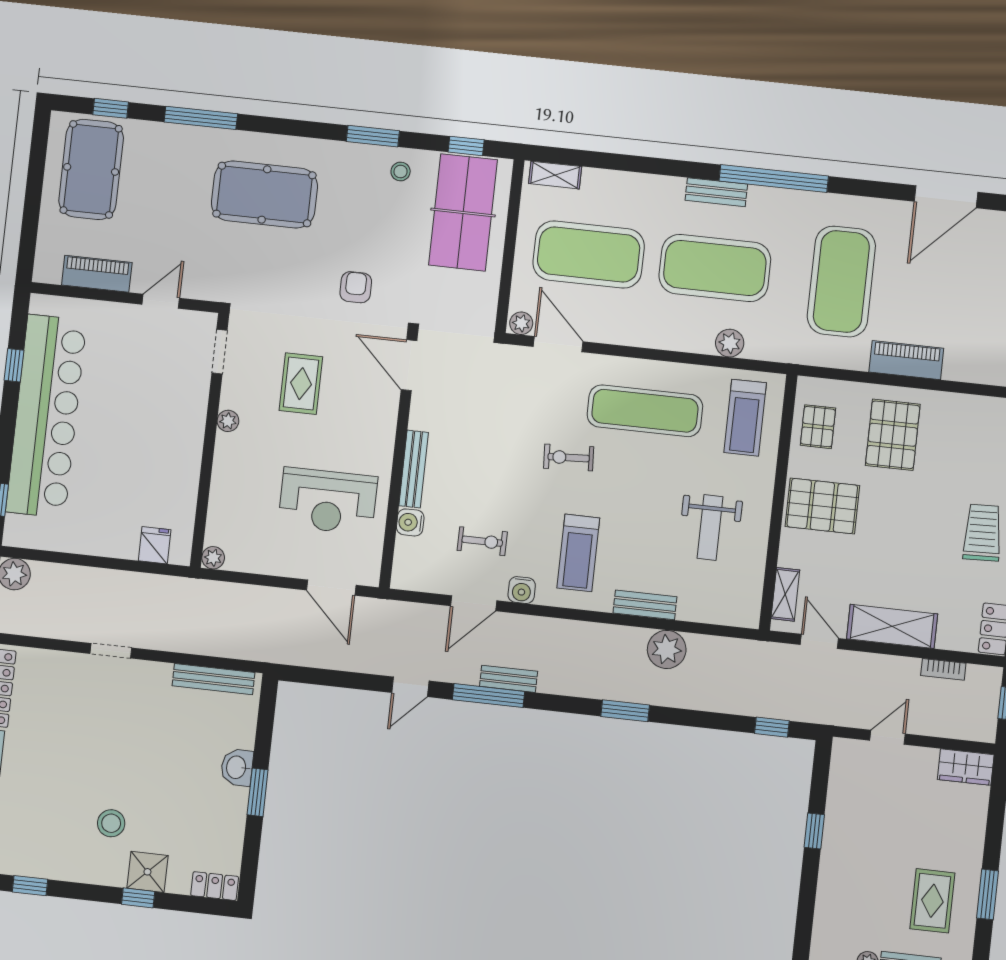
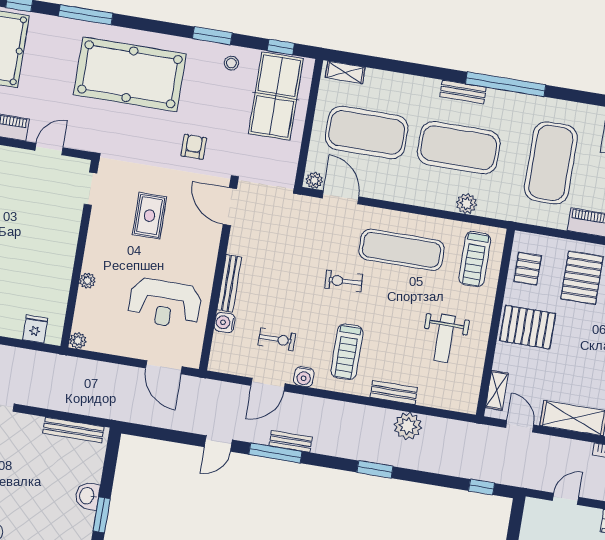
pool table: (264, 194) -> (130, 74), width x1.36, depth x1.32
plant: (228, 421) -> (87, 281), moved

